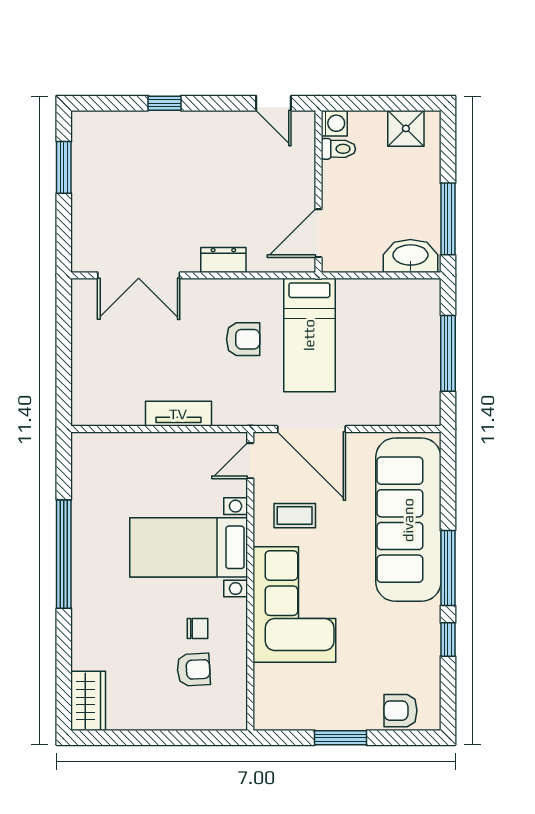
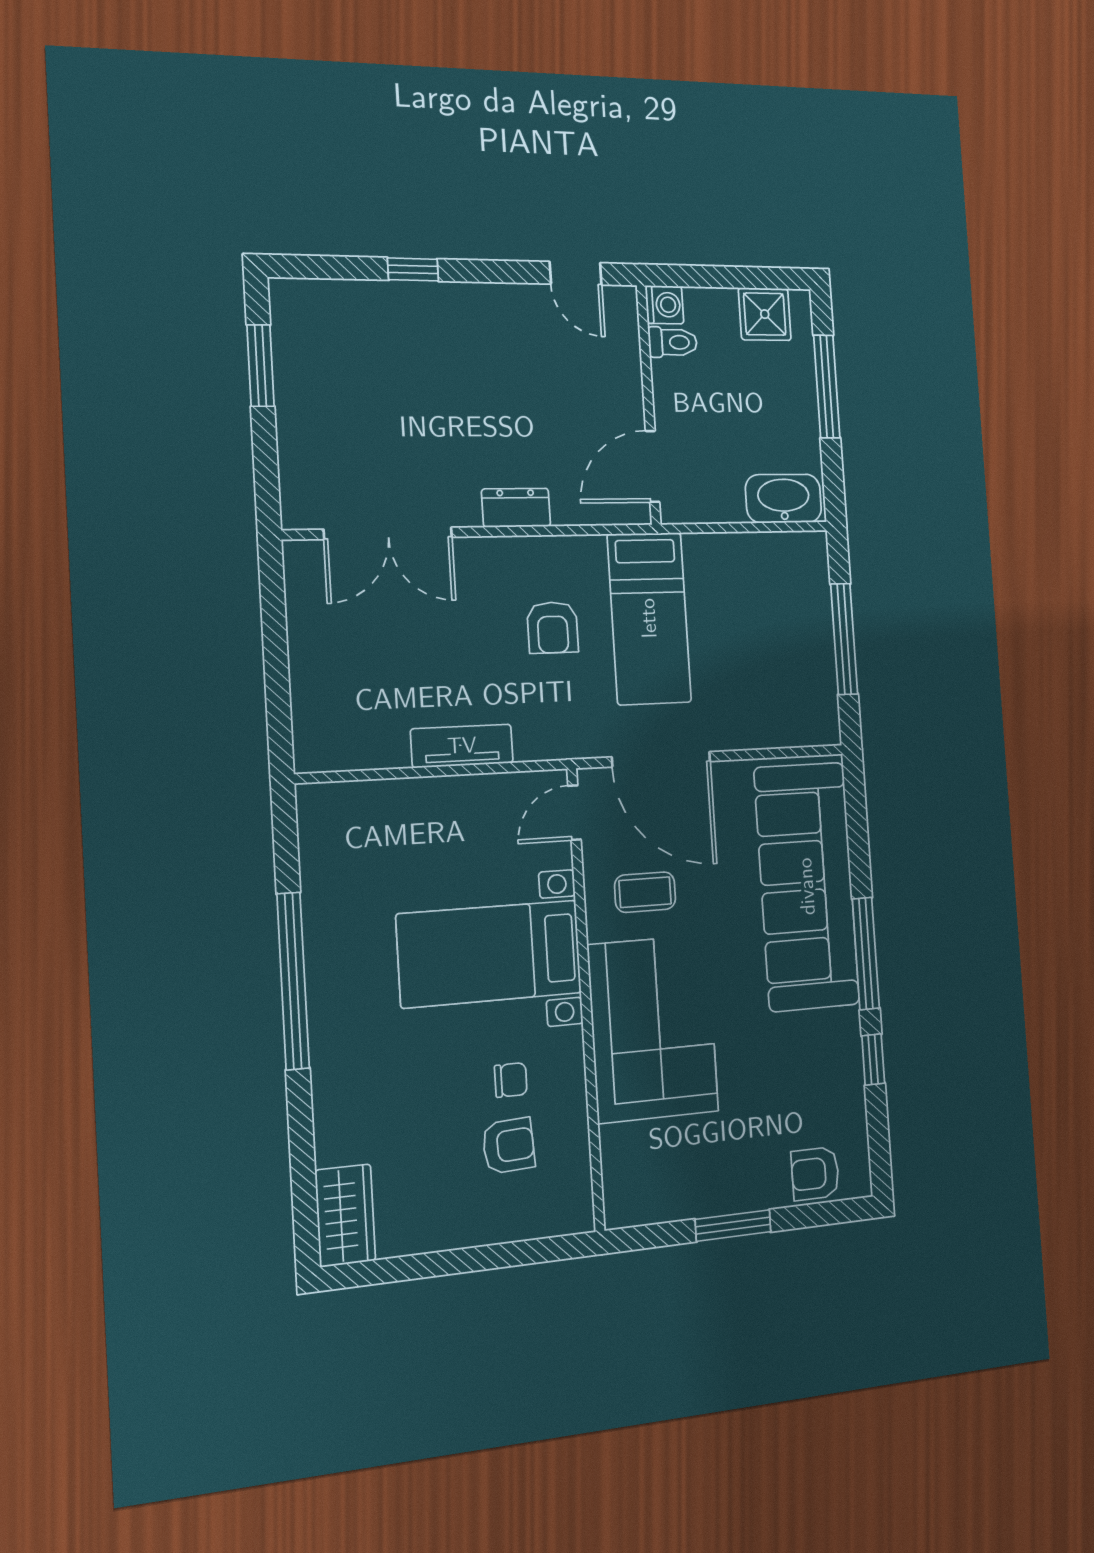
window: (448, 219) -> (827, 387), moved
armchair: (243, 339) -> (553, 628), turned 90

